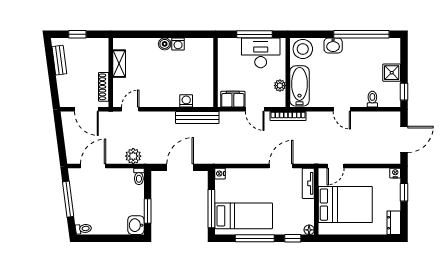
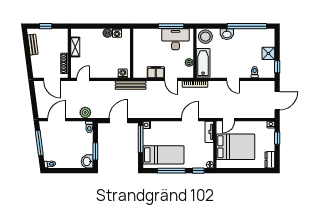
wall: (216, 72) -> (132, 53), moved
window: (211, 209) -> (141, 139), moved

